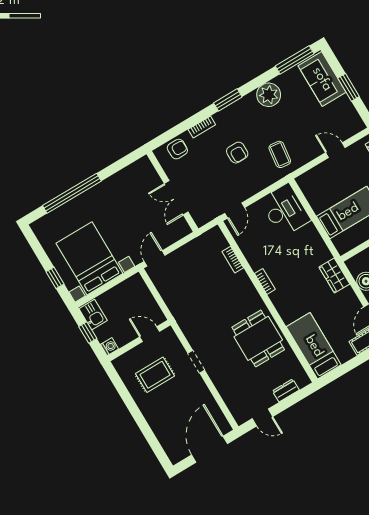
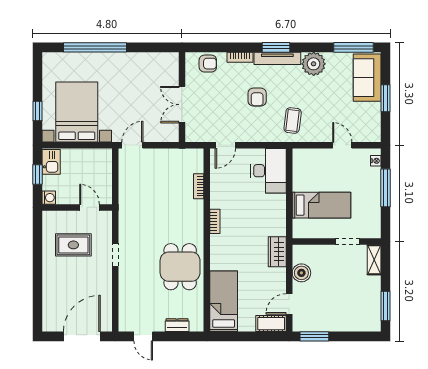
tv unit: (235, 109) -> (277, 58), added

